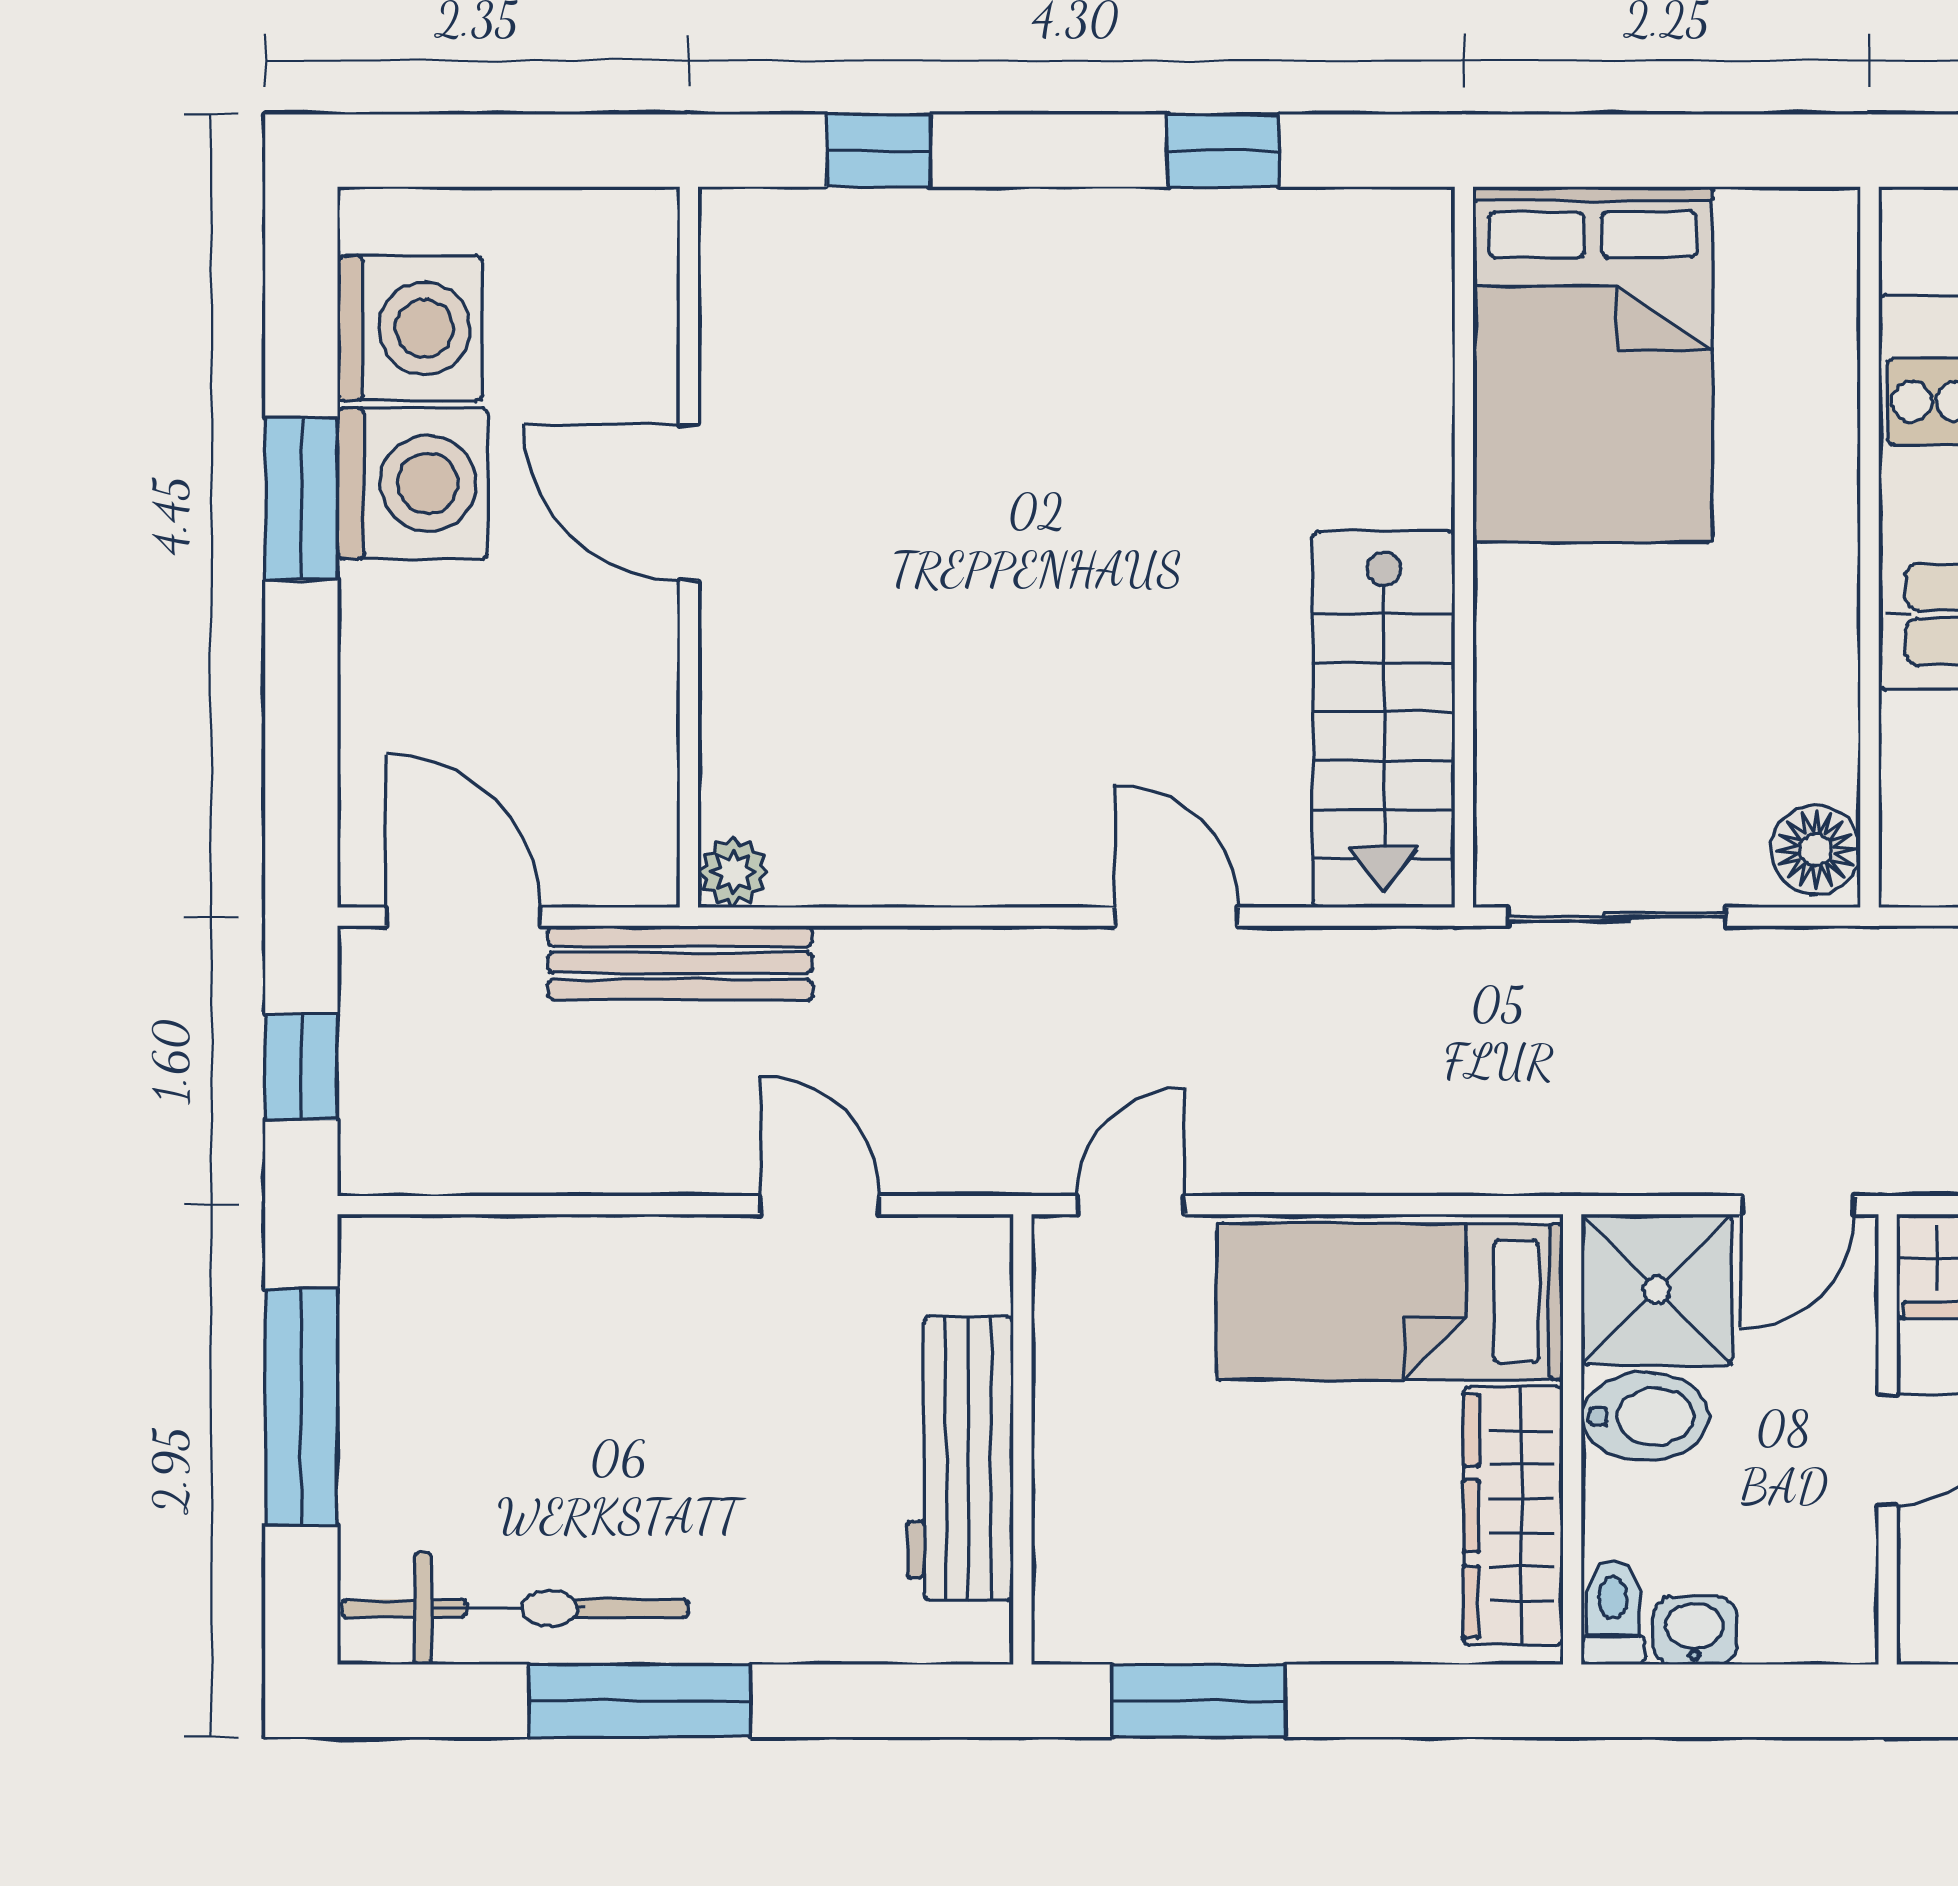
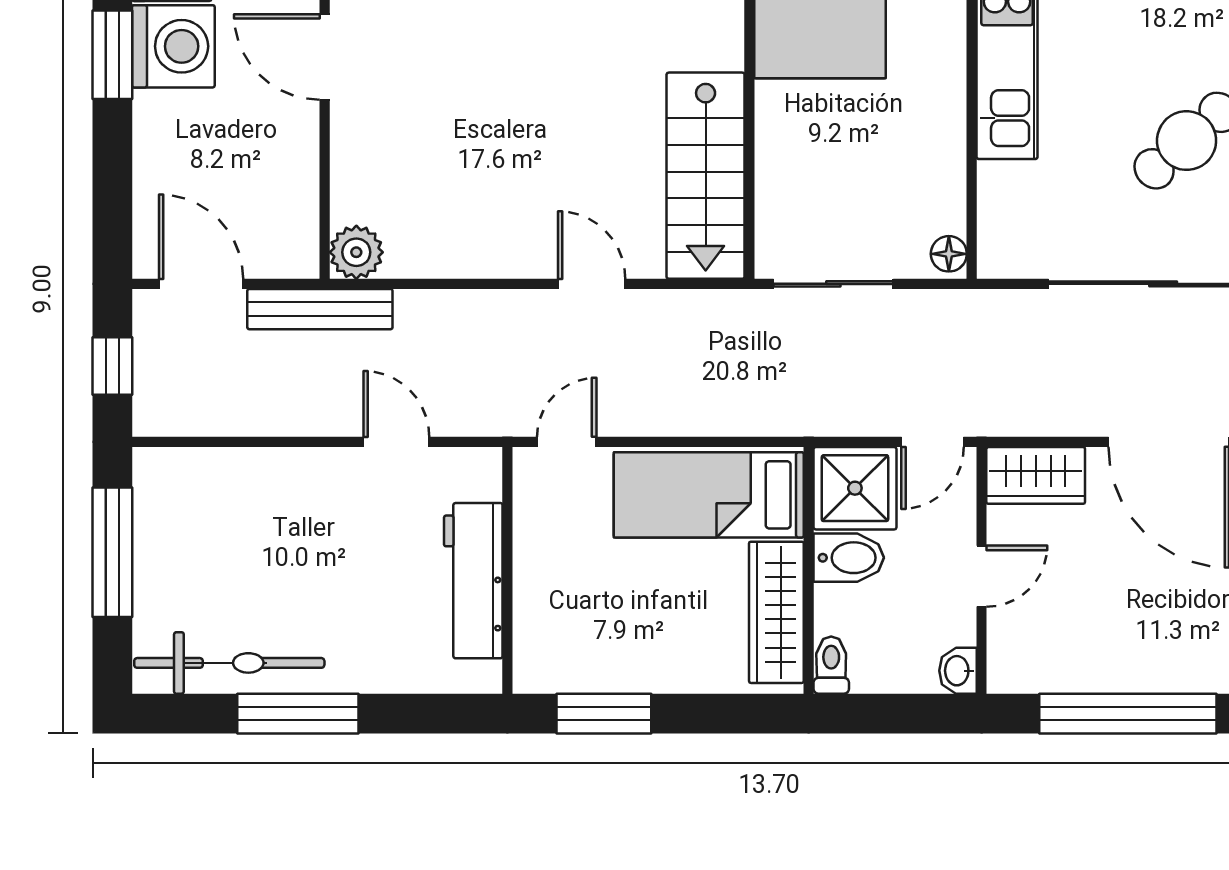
floor lamp: (1816, 850) -> (949, 254), width x0.73, depth x0.73
plant: (733, 872) -> (356, 252), width x1.38, depth x1.38
washbasin: (1695, 1631) -> (958, 671), moved, turned -90

